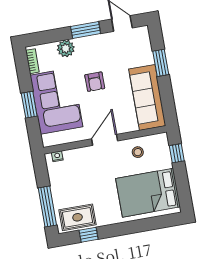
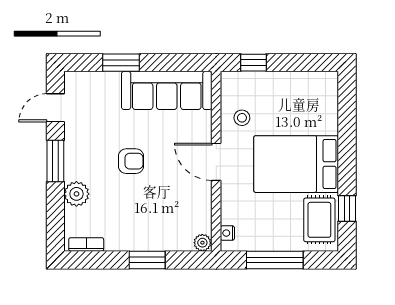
corner sofa: (56, 101) -> (149, 220), removed
plant: (48, 140) -> (202, 243), added
bed: (148, 193) -> (296, 164), moved, turned 90
window: (47, 207) -> (275, 260), moved

